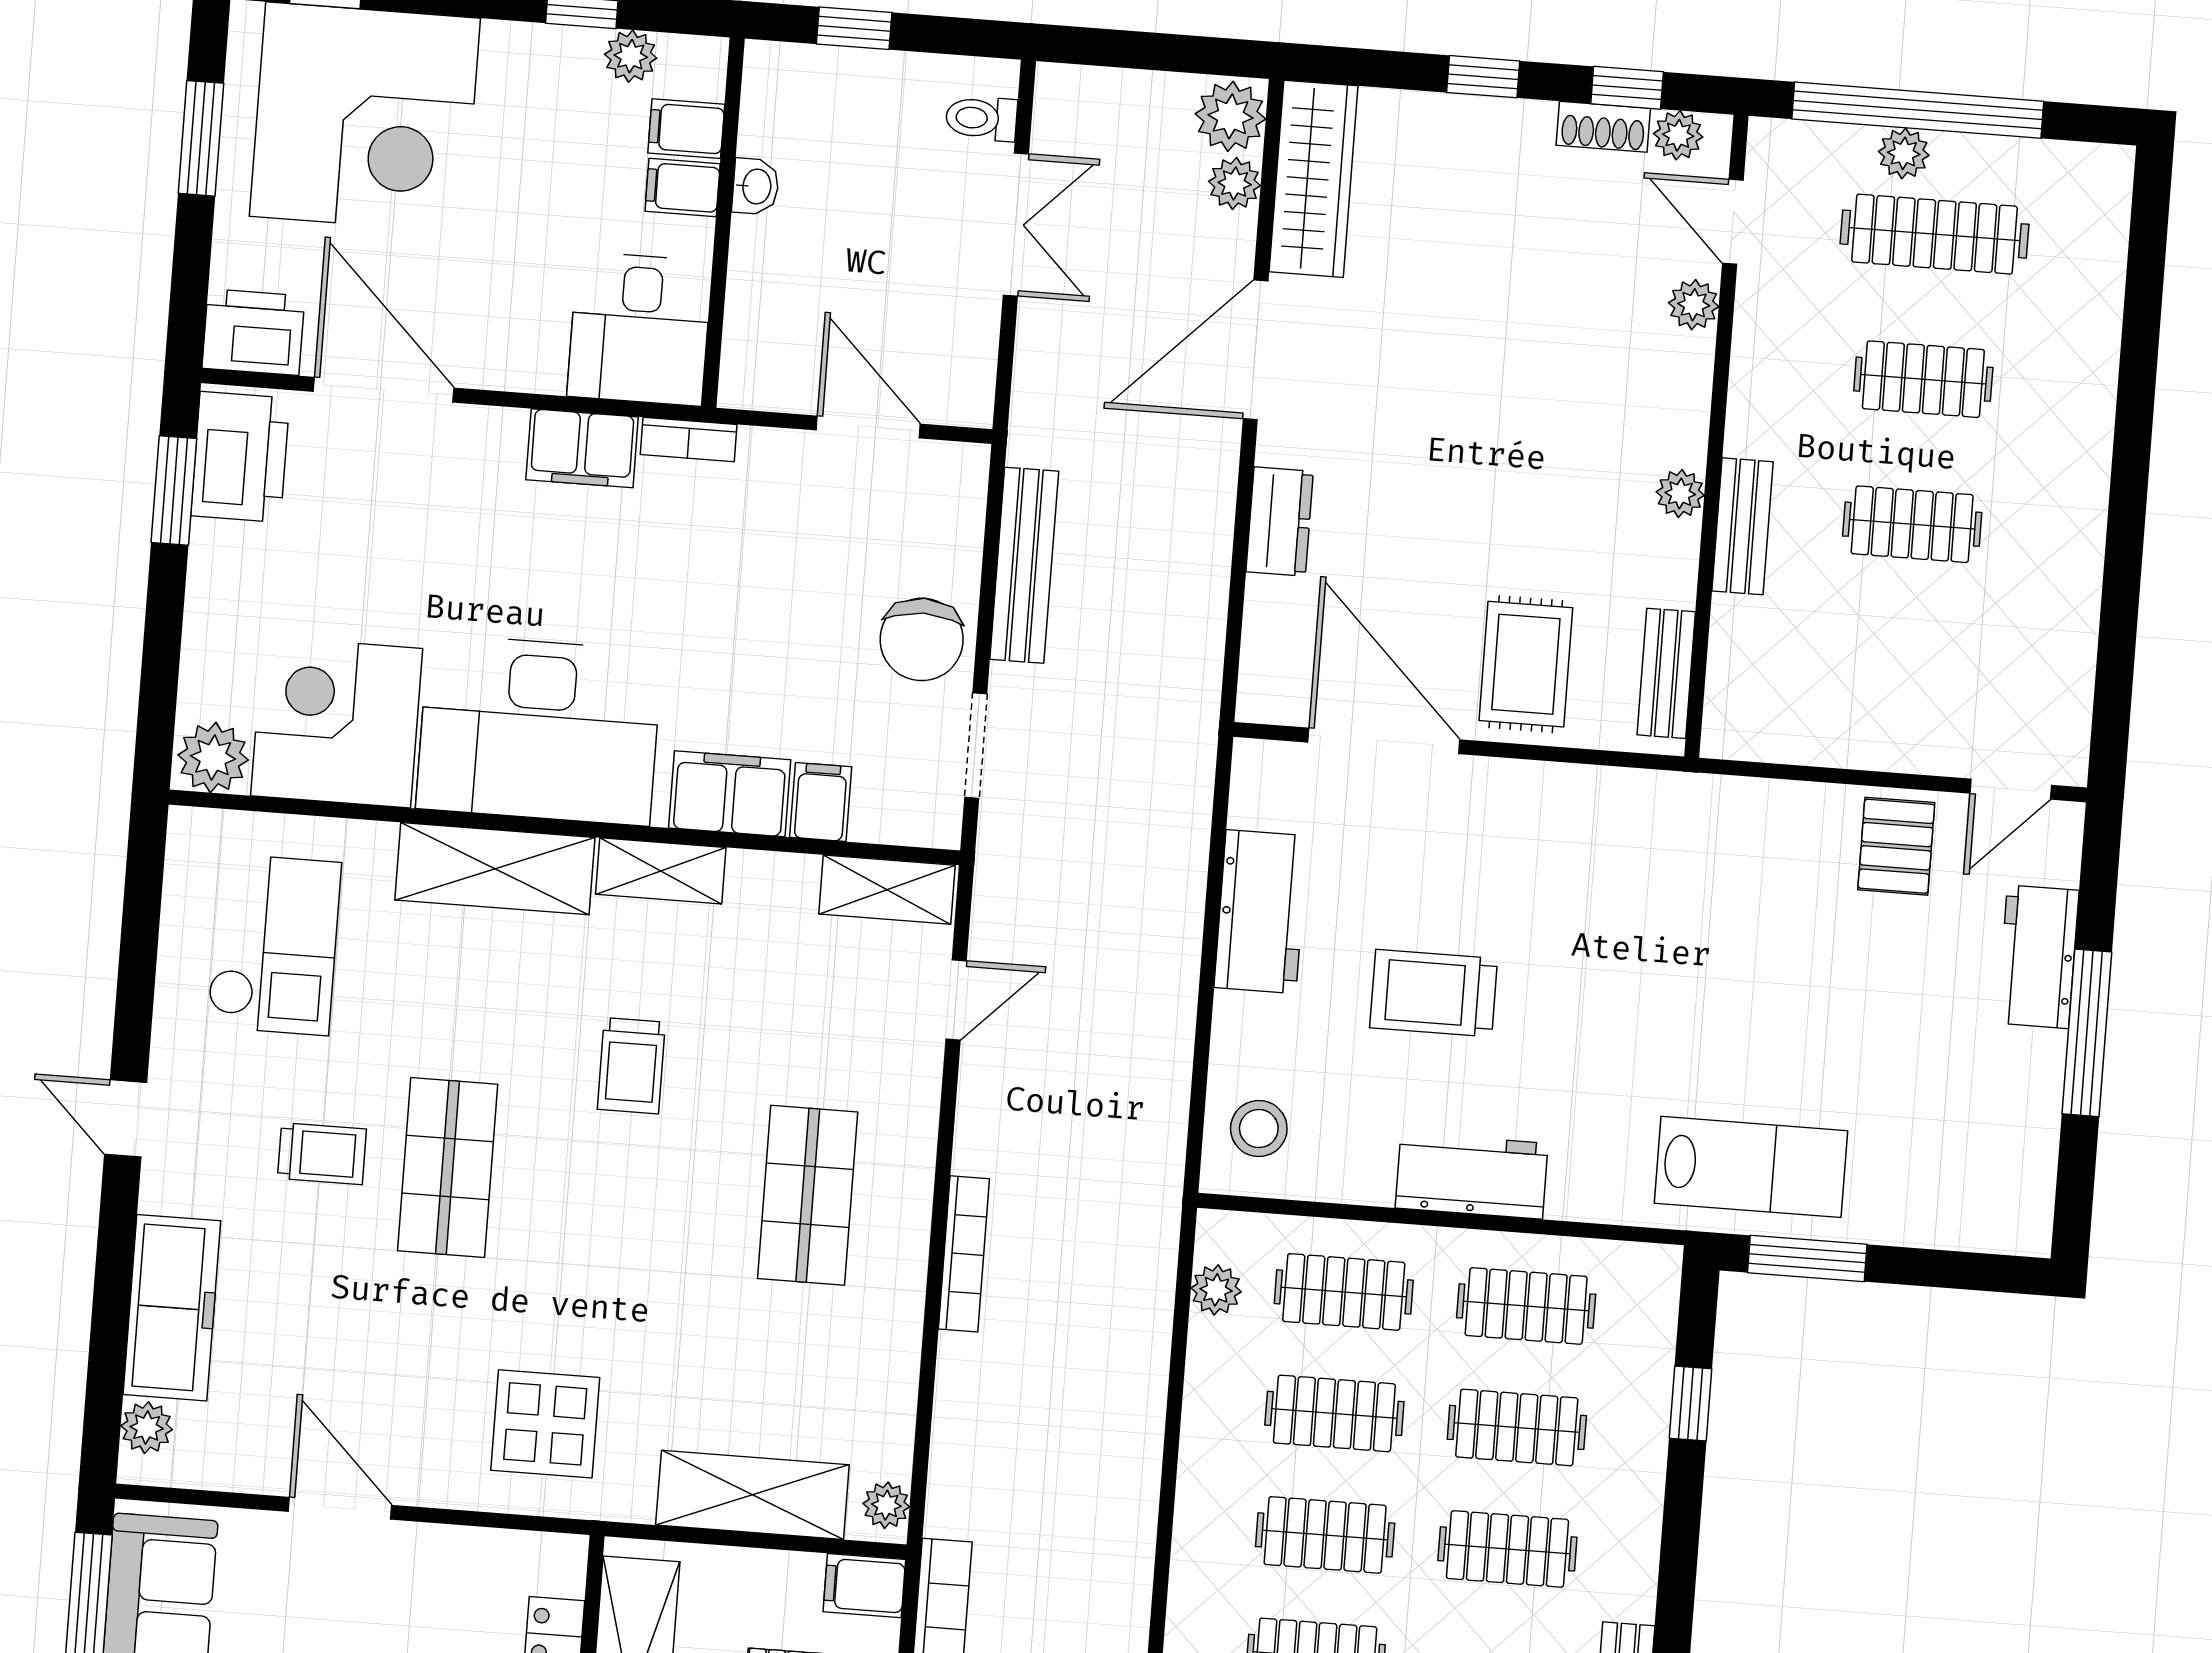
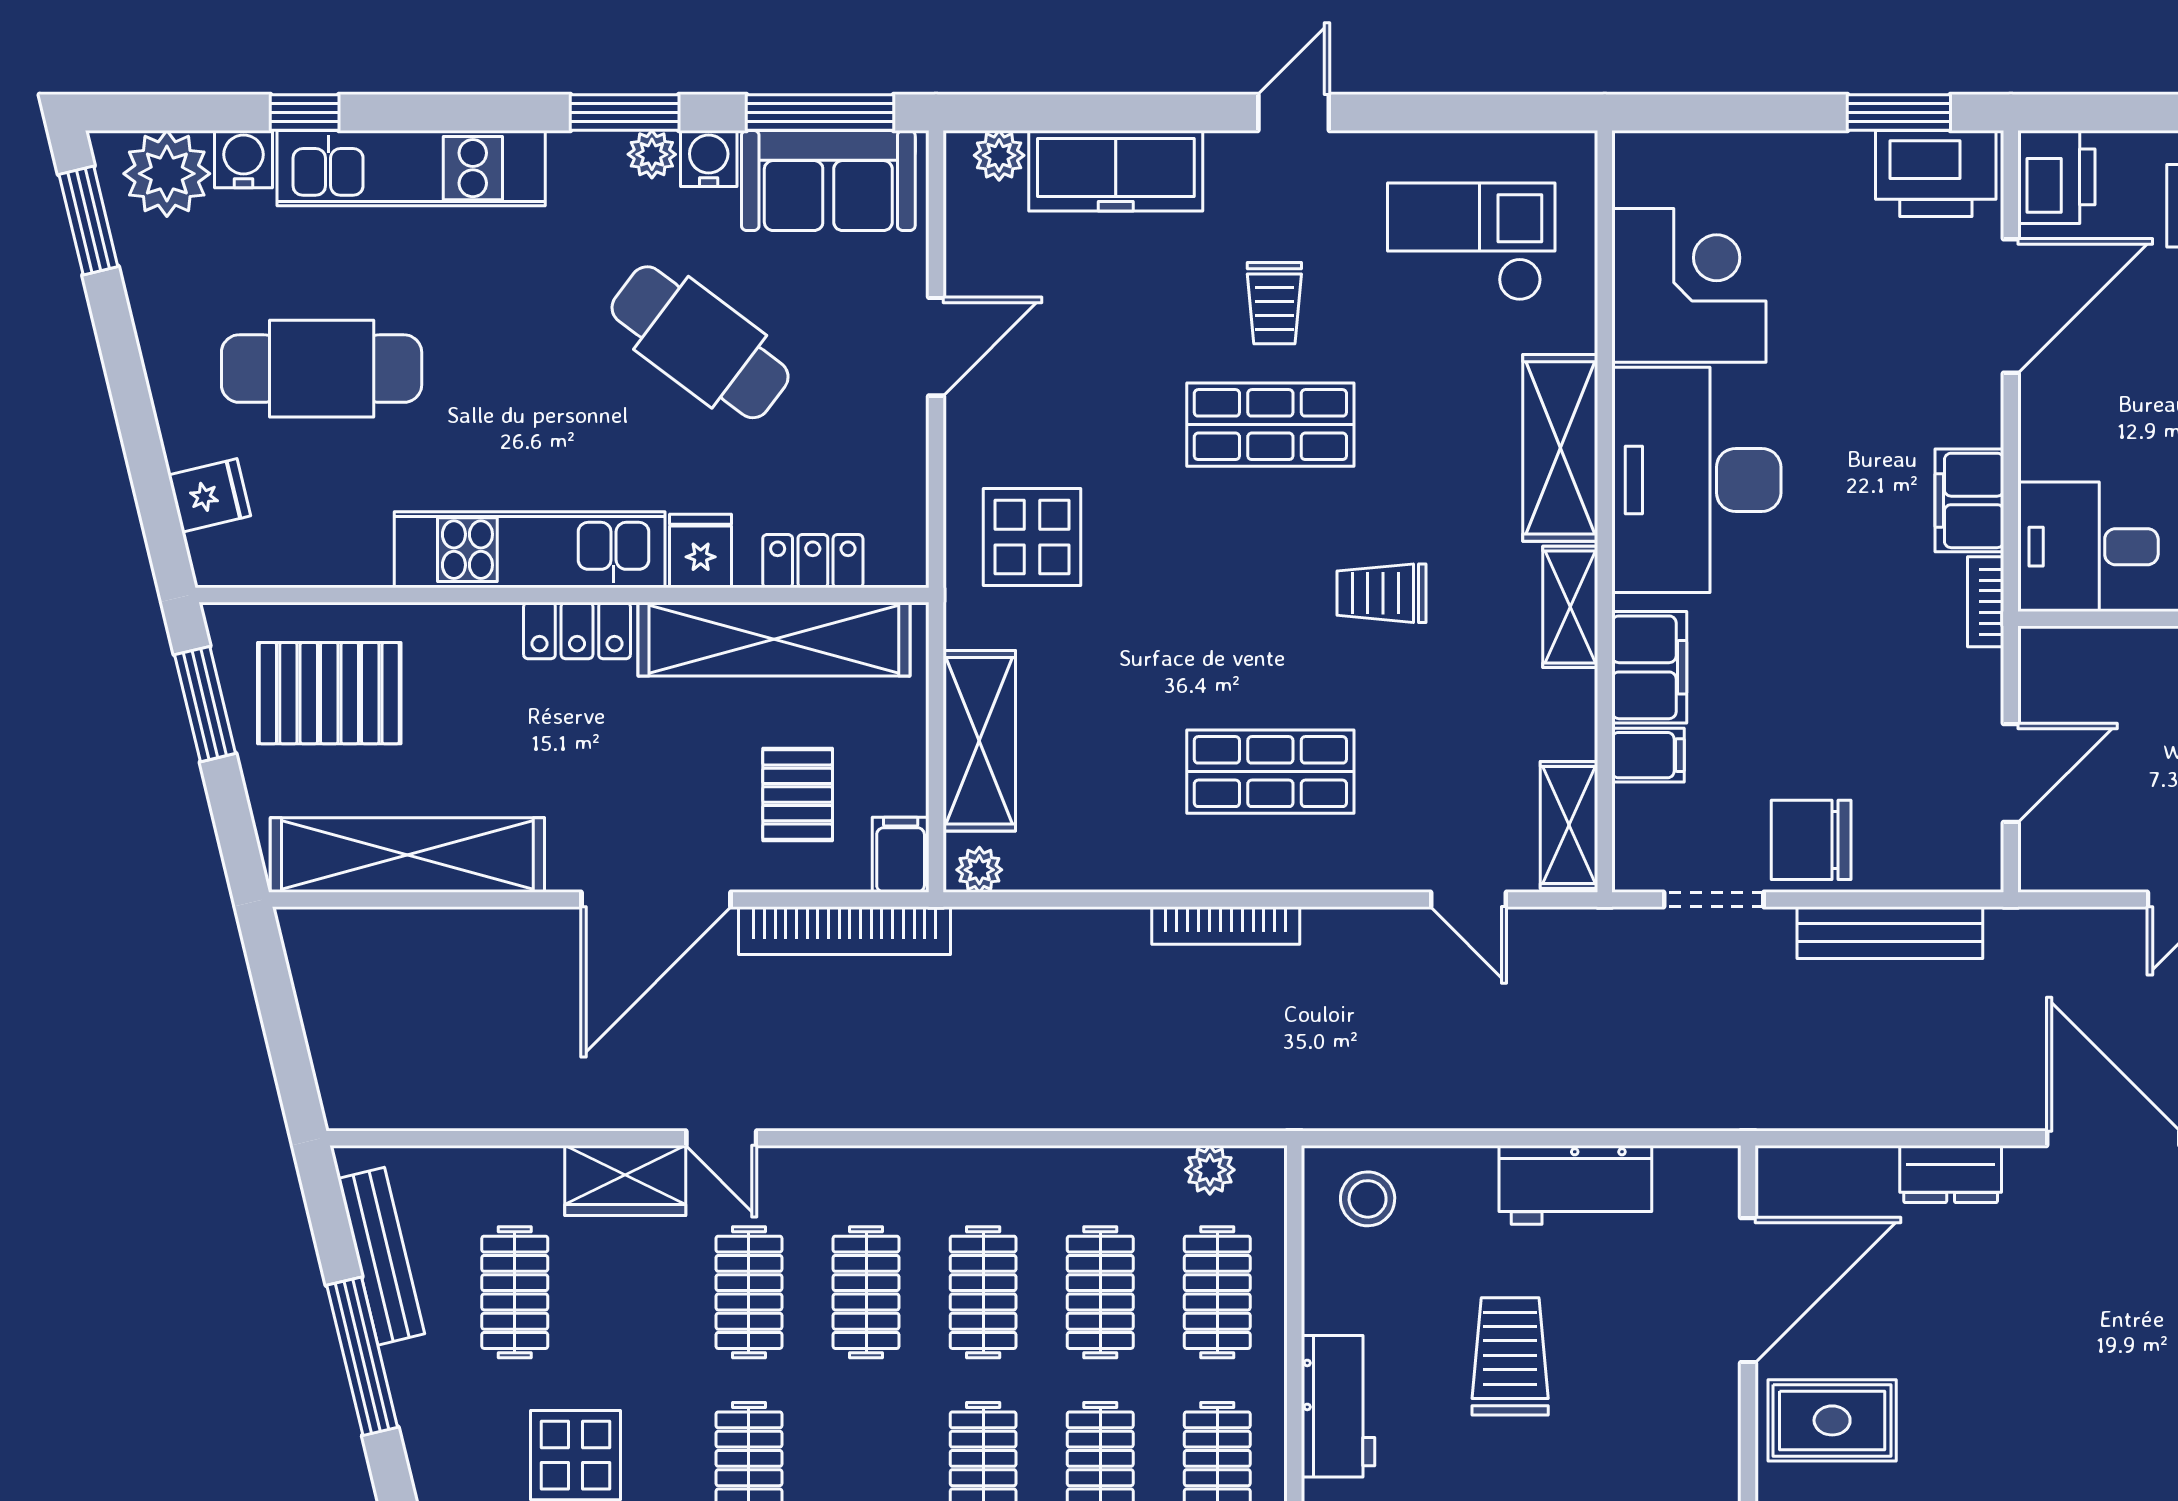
plant: (213, 757) -> (1646, 170), removed
checkout: (274, 945) -> (1471, 242), turned 180

